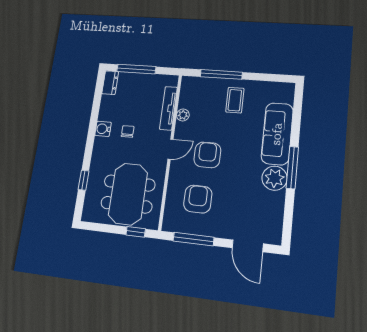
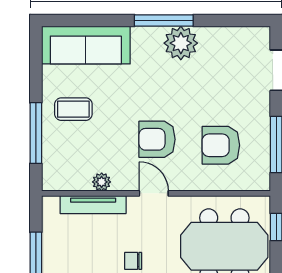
sofa: (277, 134) -> (86, 45), moved

